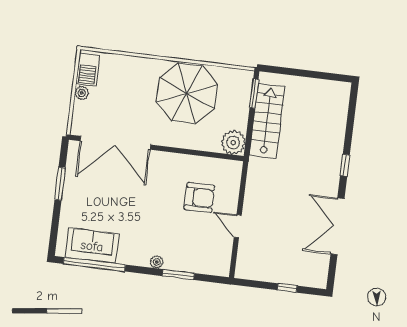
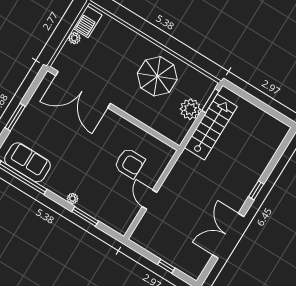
parasol: (187, 93) -> (157, 76), width x0.73, depth x0.73
plant: (233, 143) -> (190, 109), moved
window: (60, 184) -> (15, 117), moved

